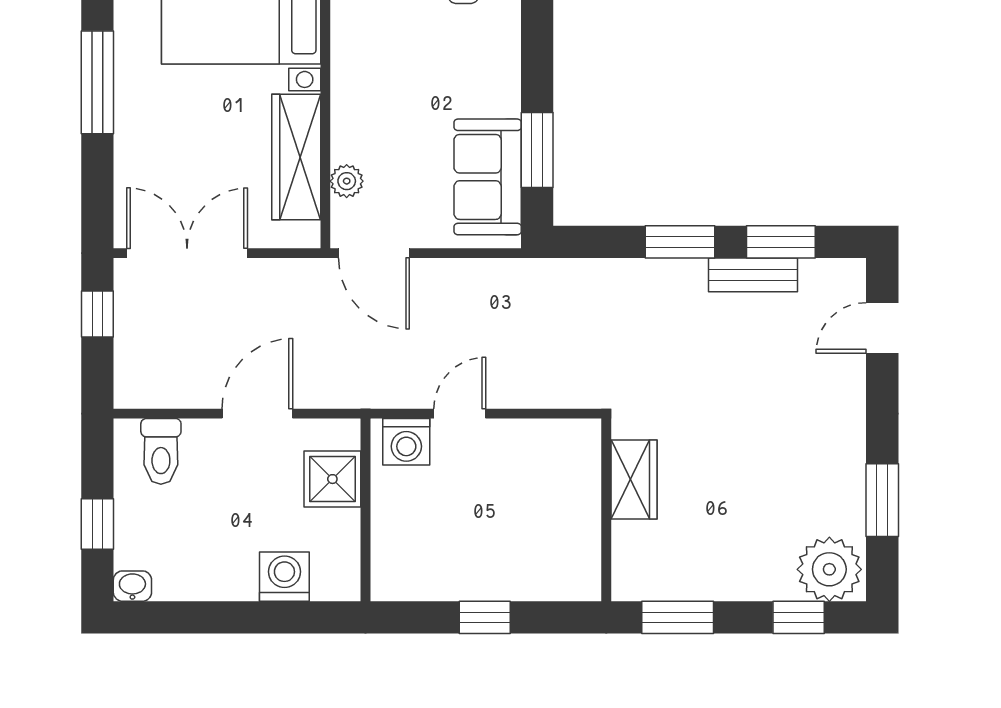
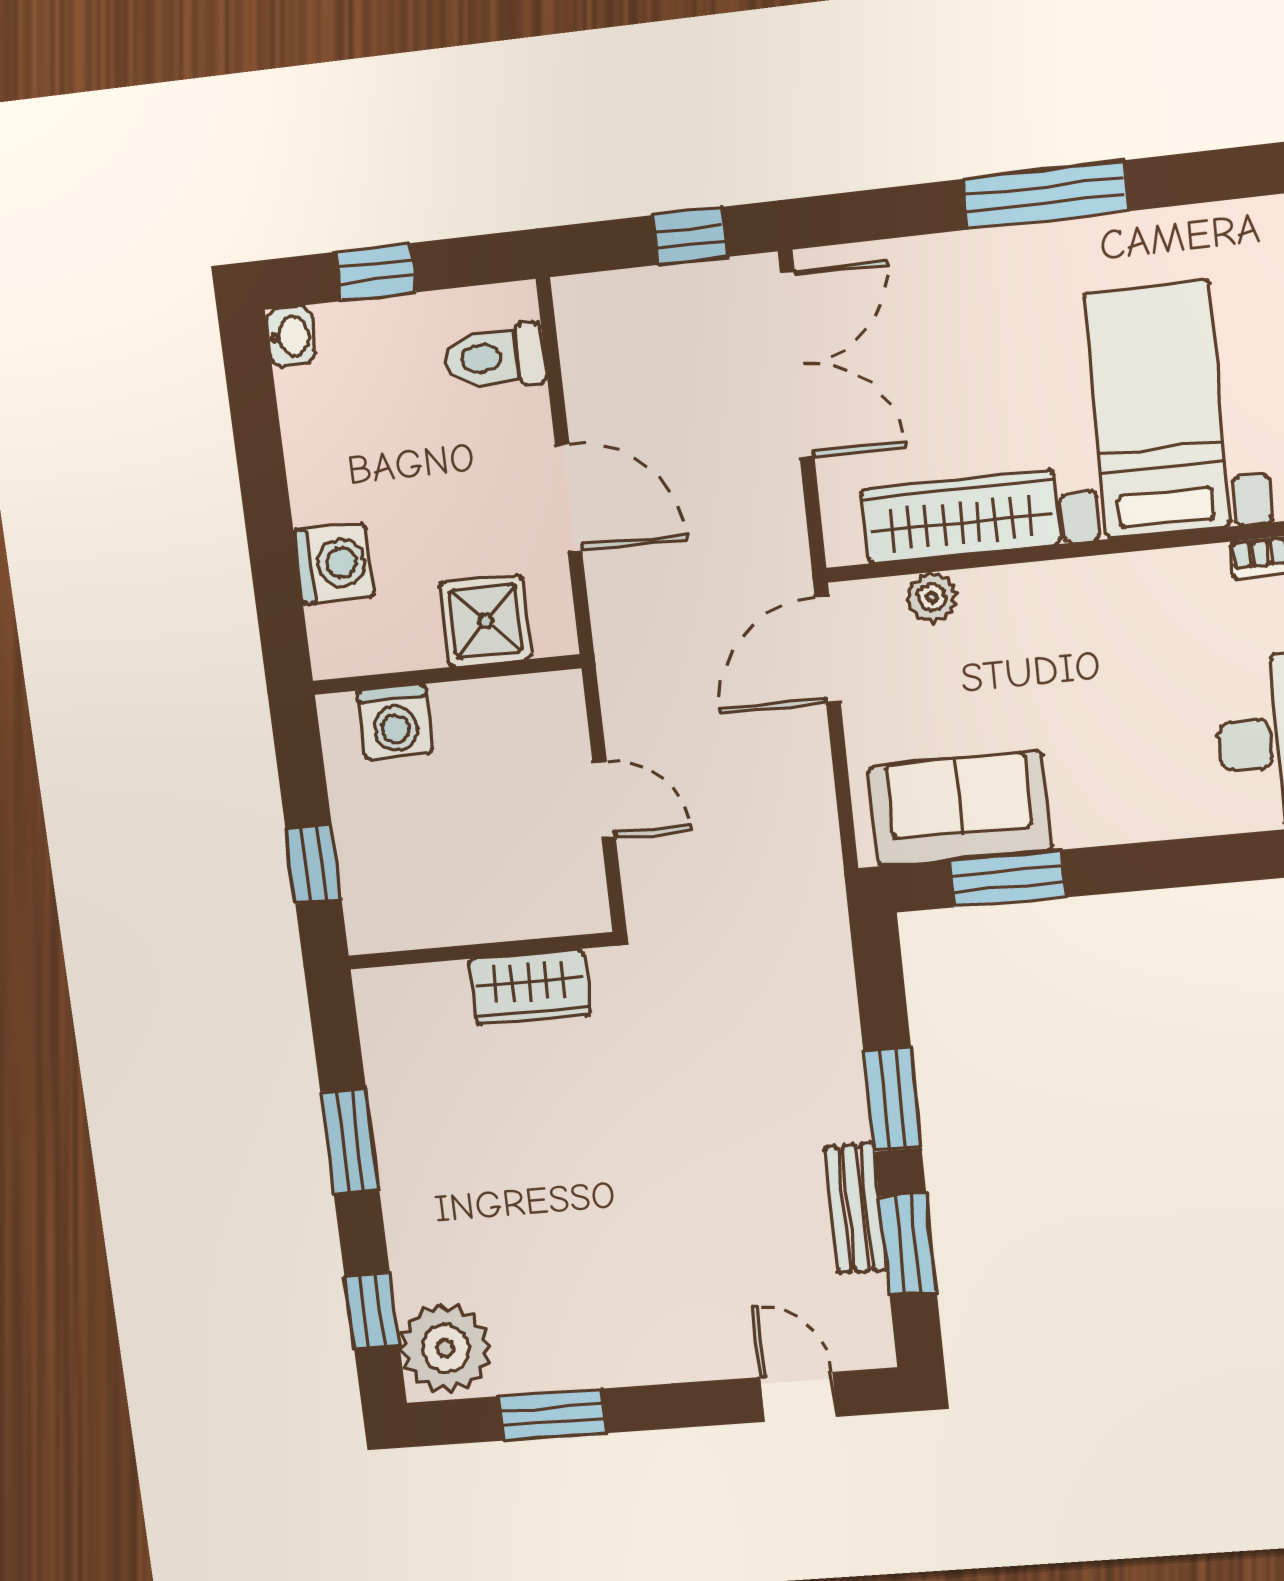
washing machine: (406, 442) -> (395, 722), moved, turned -90
wardrobe: (634, 479) -> (530, 987), moved
wall: (606, 510) -> (481, 951), moved

